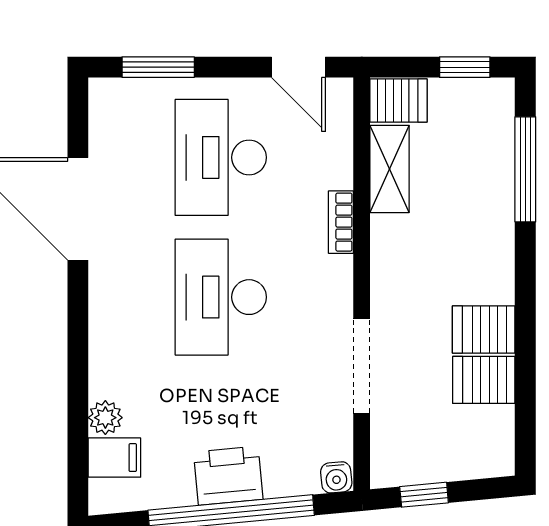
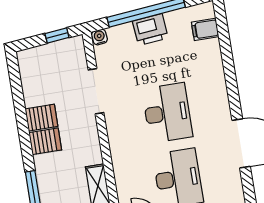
bookcase: (341, 222) -> (117, 157), removed
server rack: (484, 380) -> (45, 141), moved
plant: (105, 418) -> (212, 48), removed

